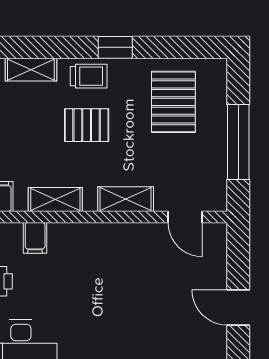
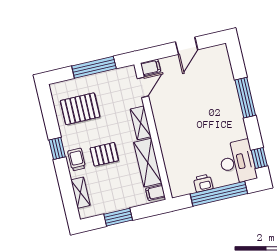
pallet: (87, 125) -> (104, 154), turned 90
shelving: (55, 199) -> (148, 163), width x1.50, depth x1.33
filing cabinet: (35, 238) -> (151, 67), moved

